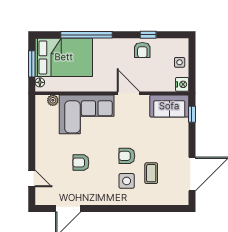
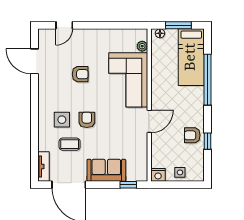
bed: (64, 57) -> (191, 57), width x0.67
sofa: (169, 106) -> (106, 170), moved, turned 90
armchair: (81, 163) -> (80, 74), turned 90
tv unit: (174, 199) -> (44, 167), added

